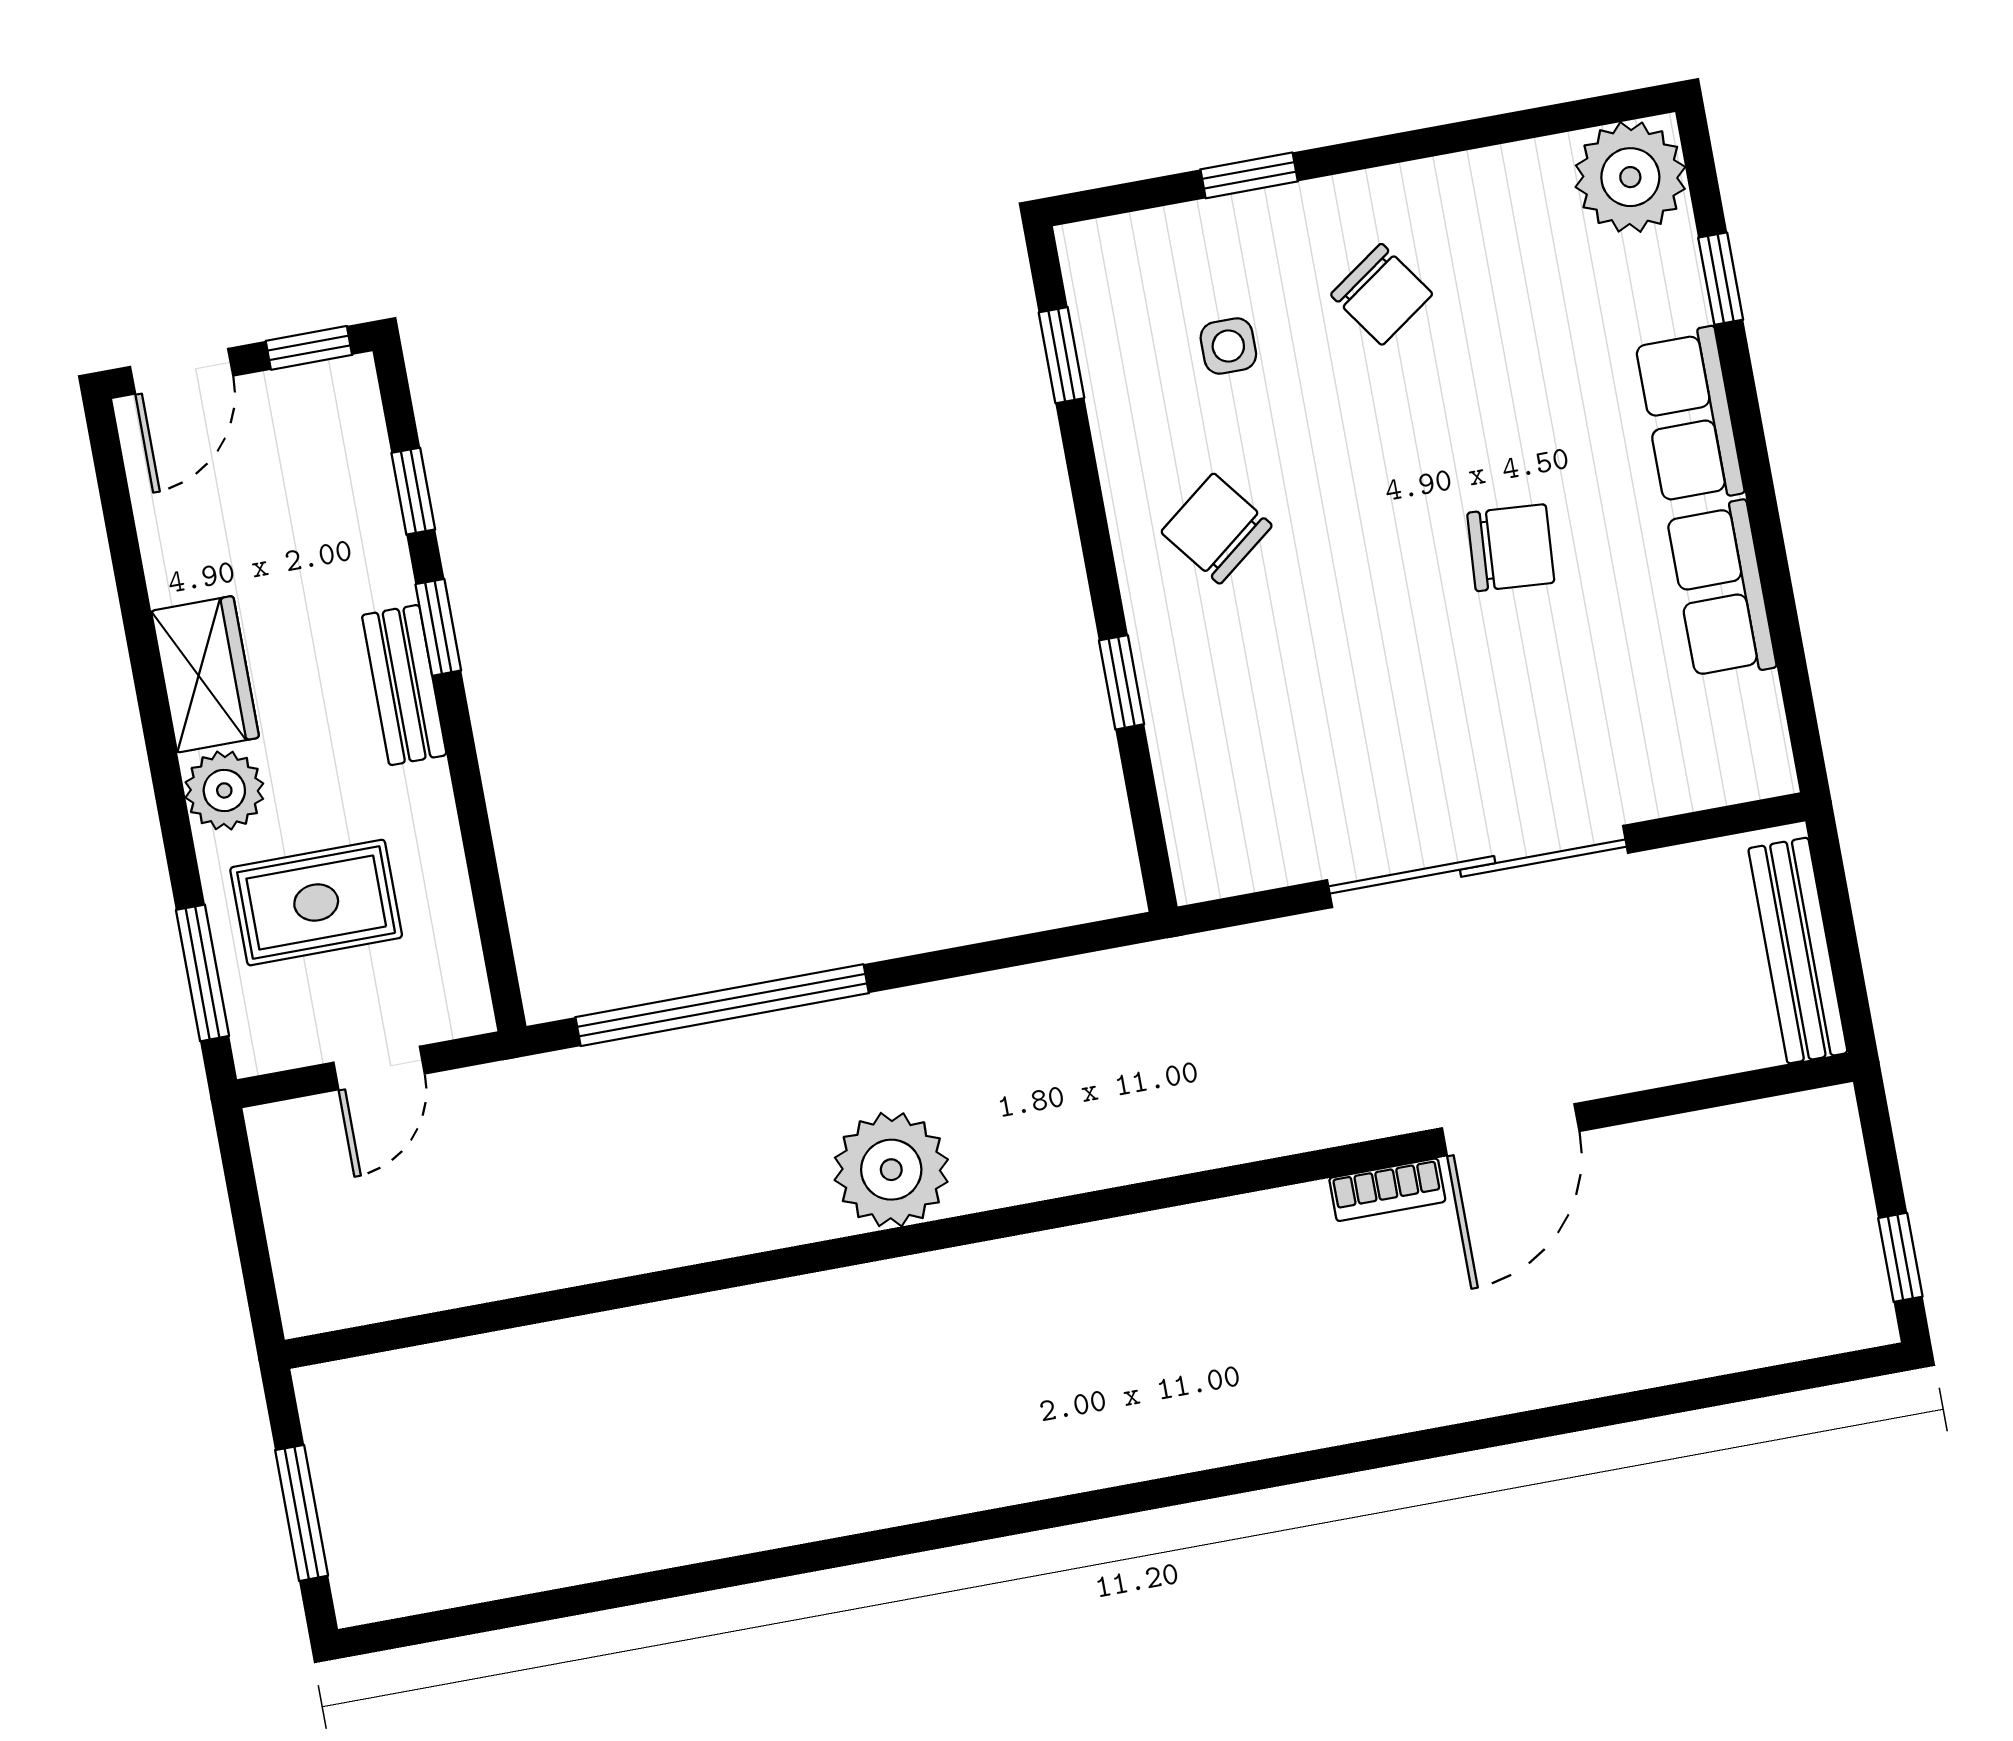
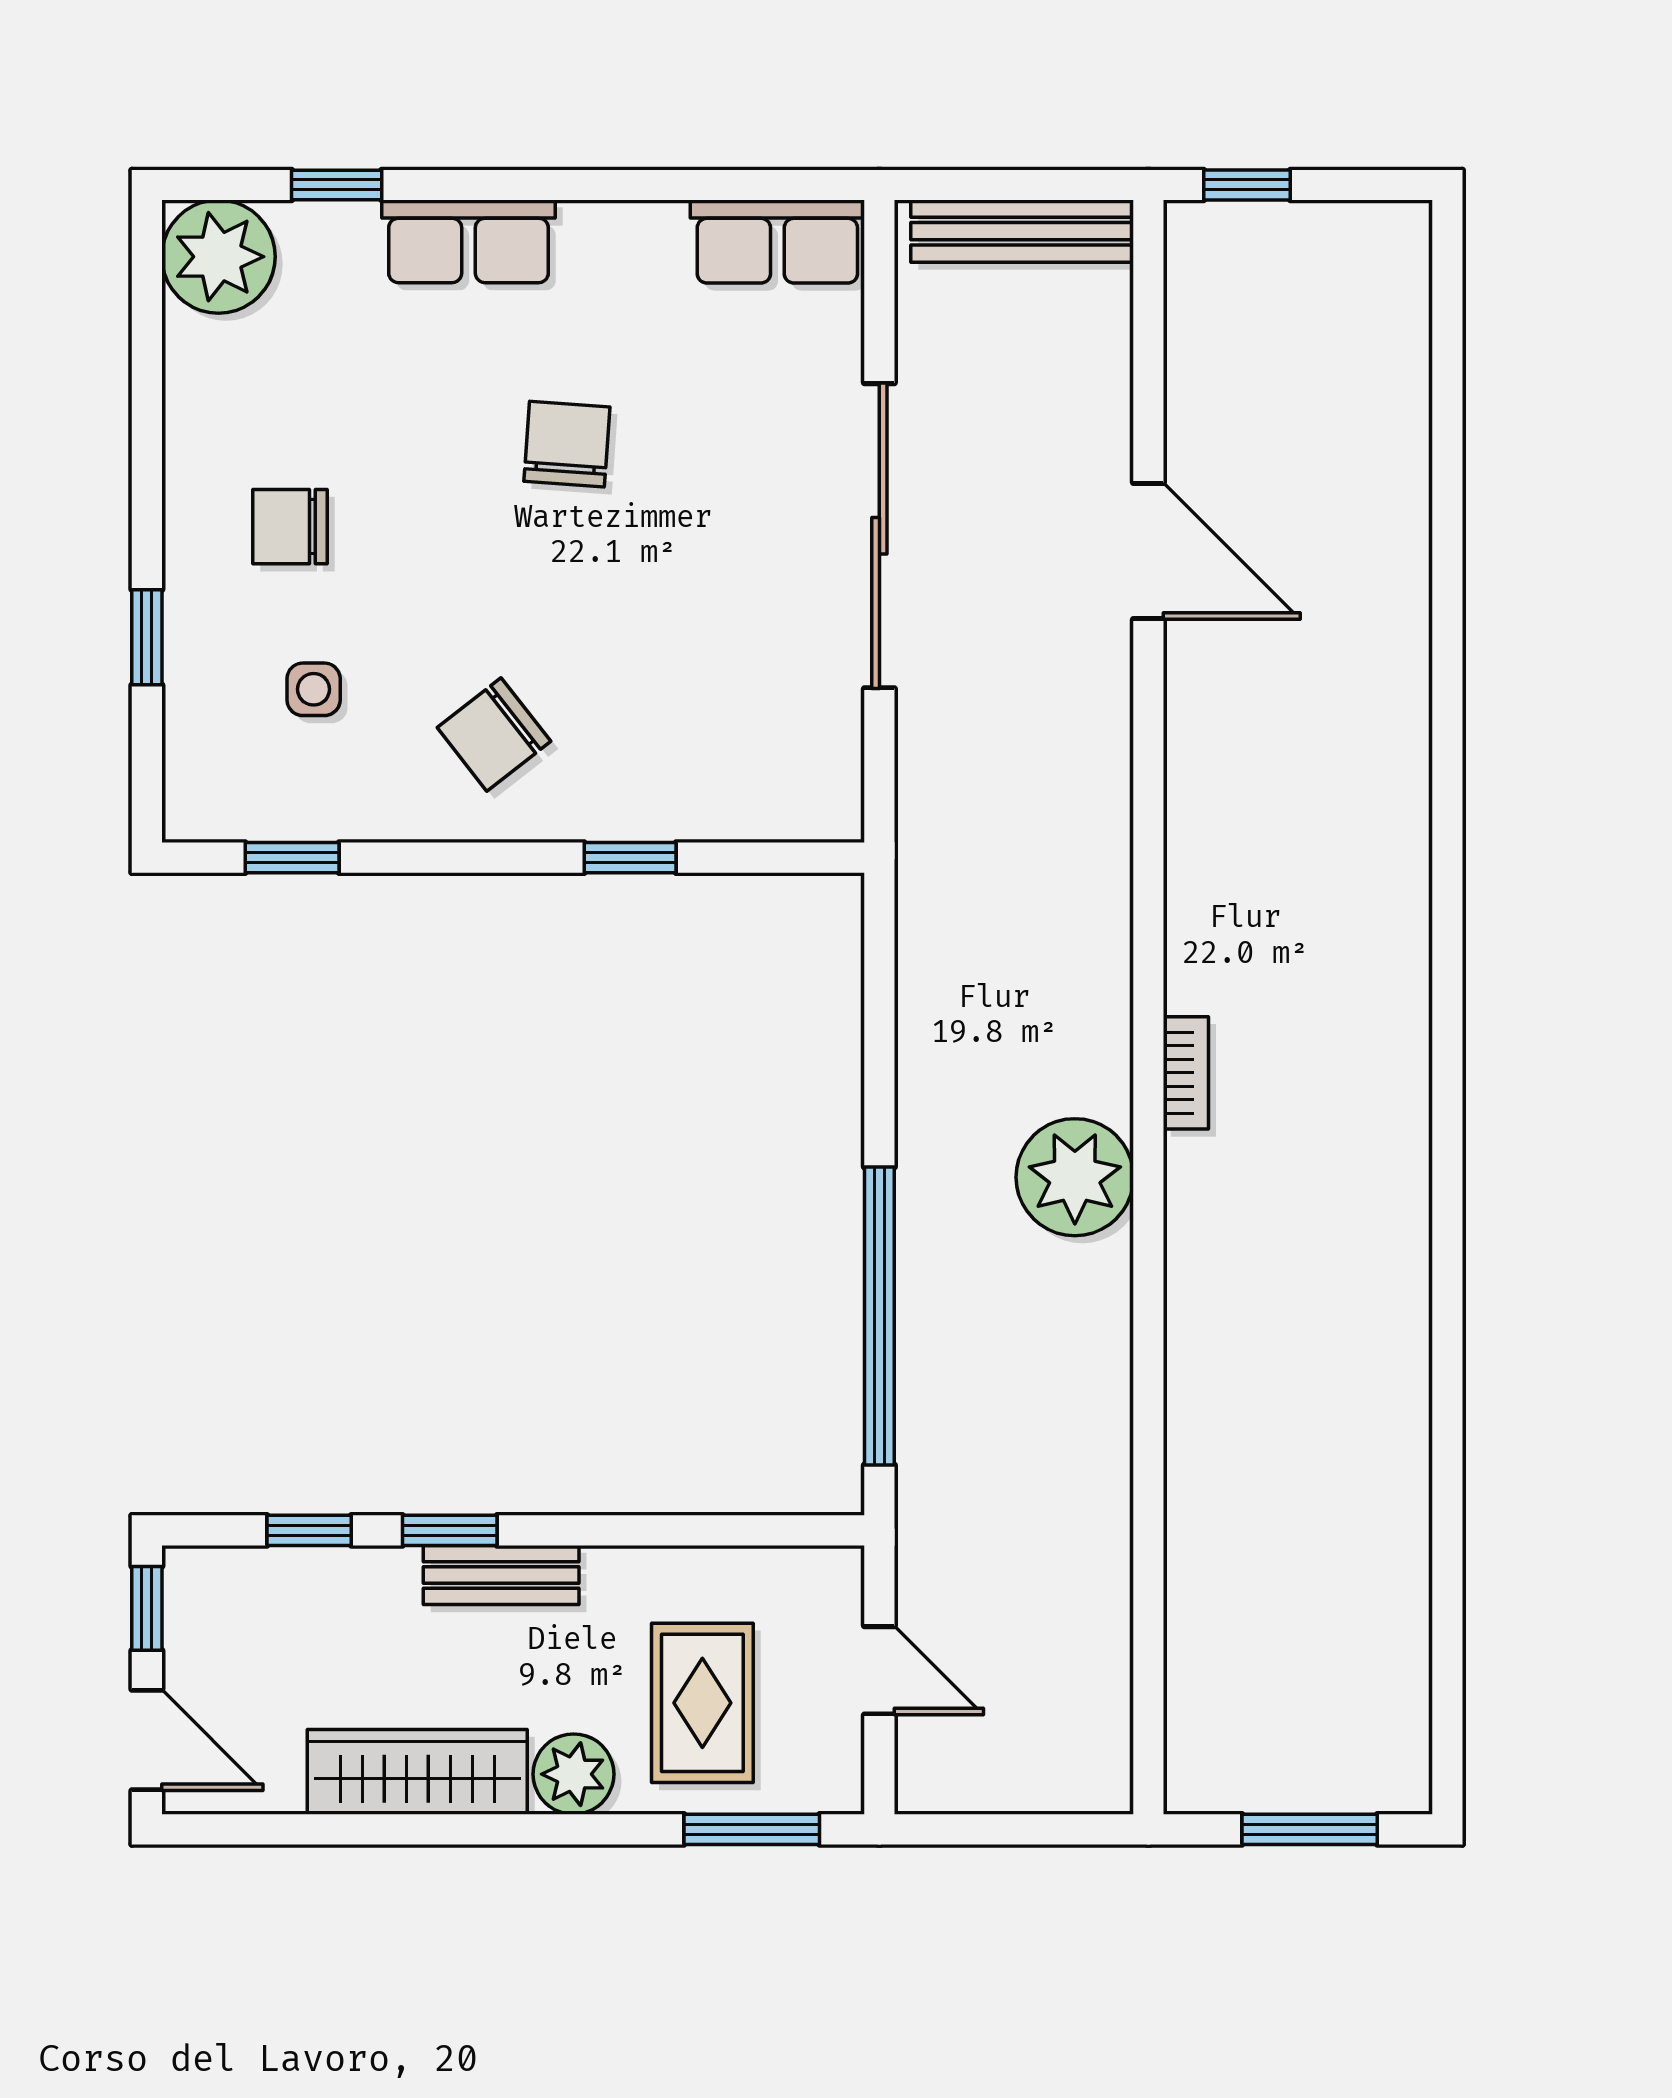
chair: (1382, 294) -> (290, 527), turned -145
row of seats: (1721, 590) -> (777, 242), moved
wardrobe: (205, 674) -> (417, 1772), width x1.50
bookcase: (1387, 1190) -> (1186, 1073), moved
window: (1900, 1257) -> (1247, 185), moved

